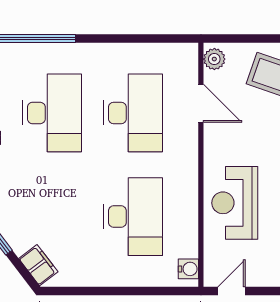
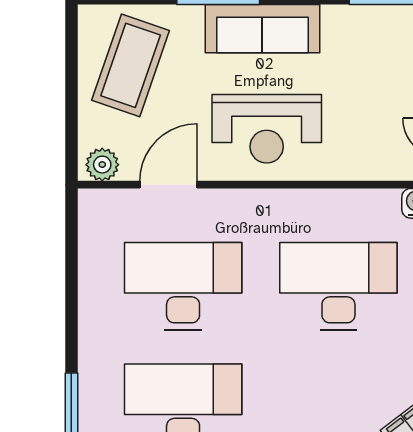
reception desk: (235, 203) -> (267, 129), moved

